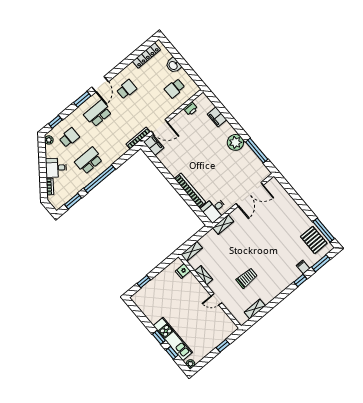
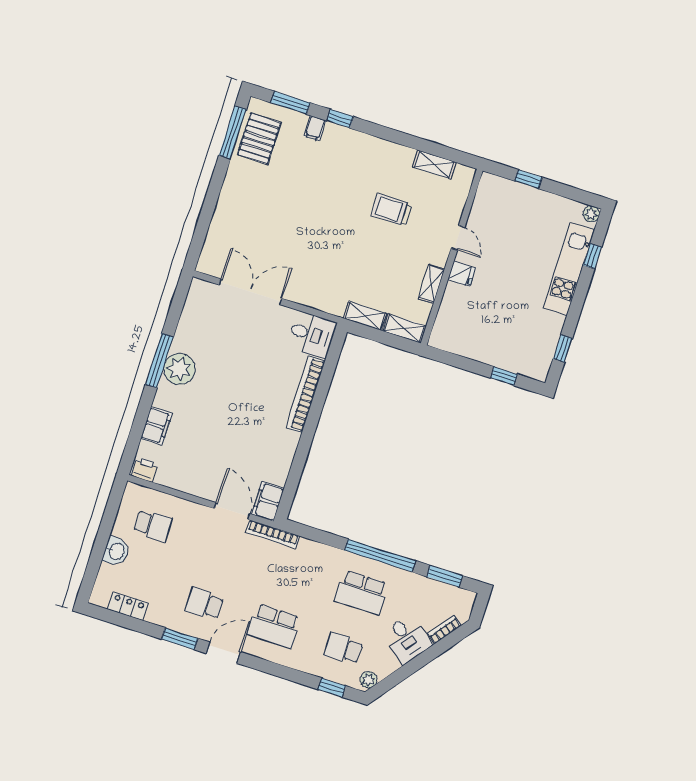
locker: (146, 55) -> (128, 606), width x0.66
window: (82, 99) -> (180, 639), moved
printer: (191, 109) -> (145, 470), moved
window: (257, 151) -> (159, 361), moved
shelving: (223, 225) -> (365, 316), moved
fridge: (183, 271) -> (462, 274), moved
window: (159, 337) -> (563, 349), moved

